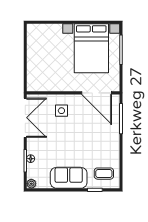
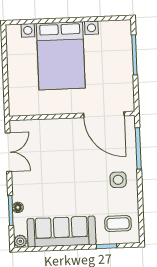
bed with nightstands: (91, 48) -> (61, 56), moved
side table: (61, 111) -> (118, 180), moved
double door: (25, 118) -> (8, 152), width x0.73
sofa: (69, 178) -> (62, 232), width x1.36

